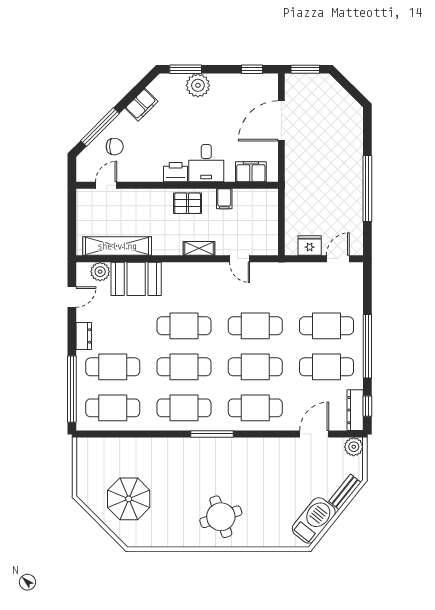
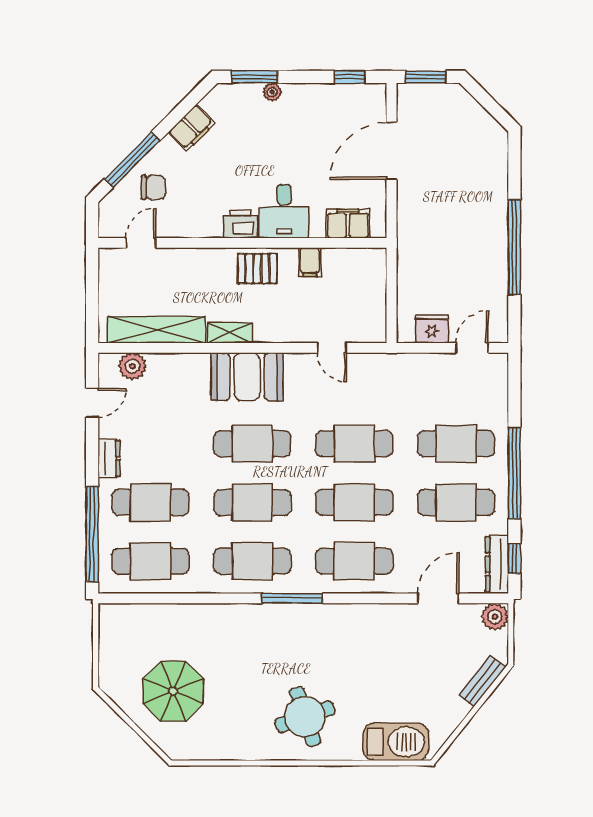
plant: (198, 85) -> (272, 92), width x0.53, depth x0.53
shelving: (199, 248) -> (230, 333), moved
booth: (136, 279) -> (247, 377), moved
barbecue: (314, 520) -> (396, 742), moved, turned 51

